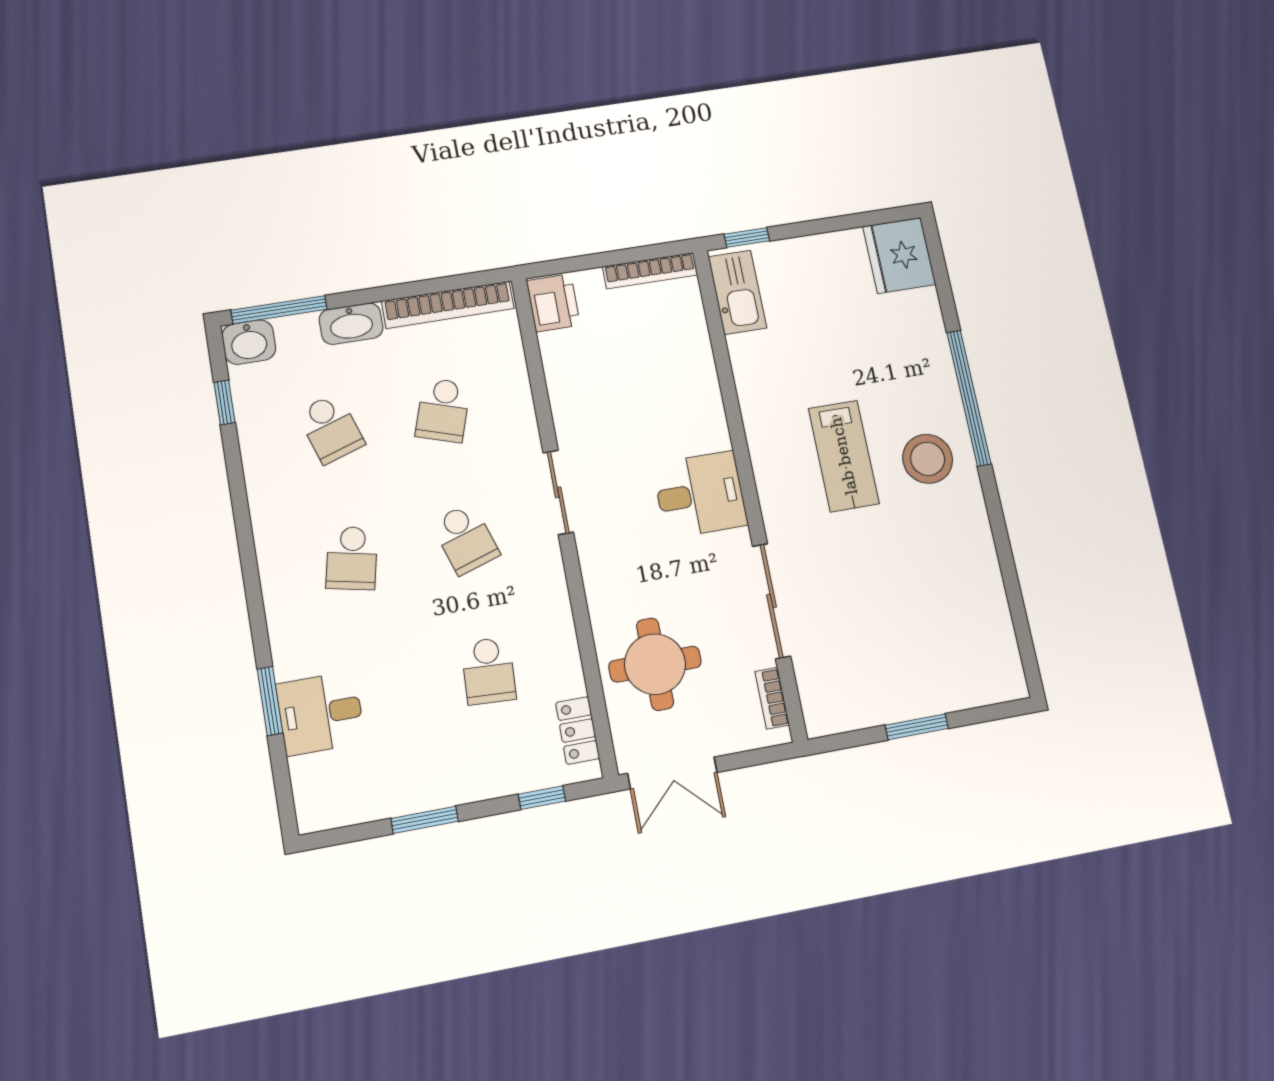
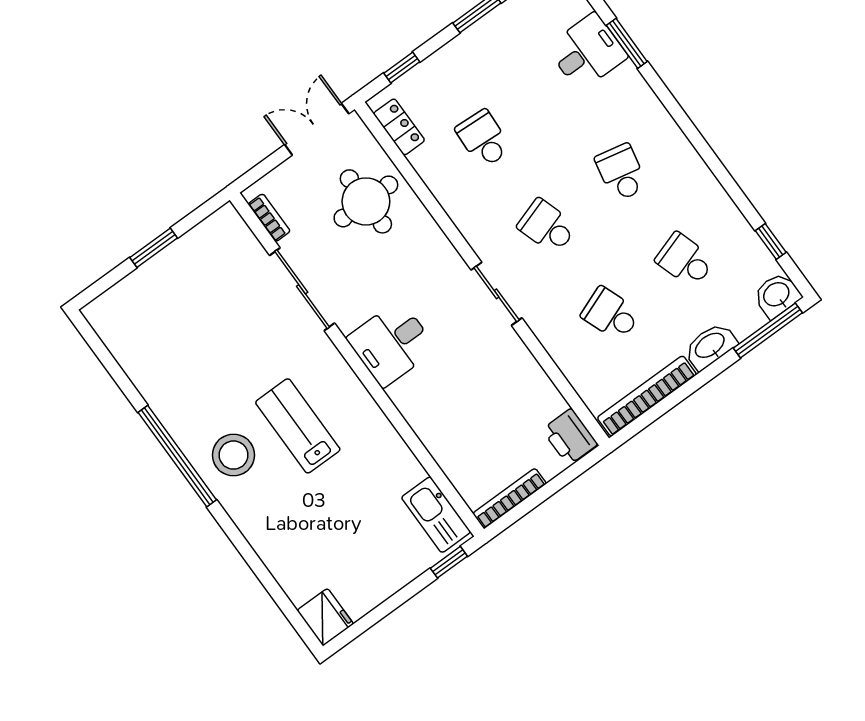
fridge: (899, 255) -> (325, 617), width x0.73, depth x0.75
window: (969, 398) -> (177, 456), moved
school desk: (443, 410) -> (611, 314), turned -39

